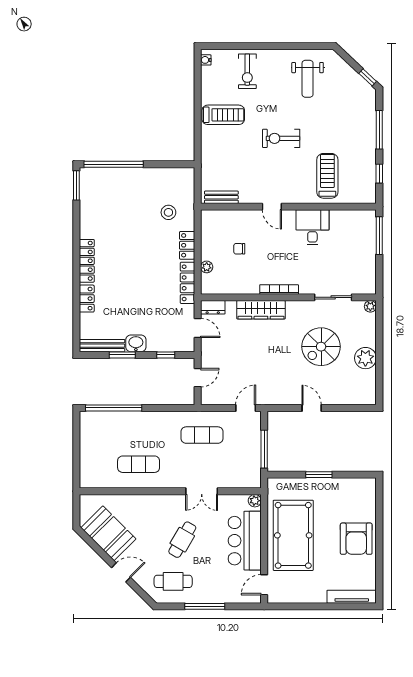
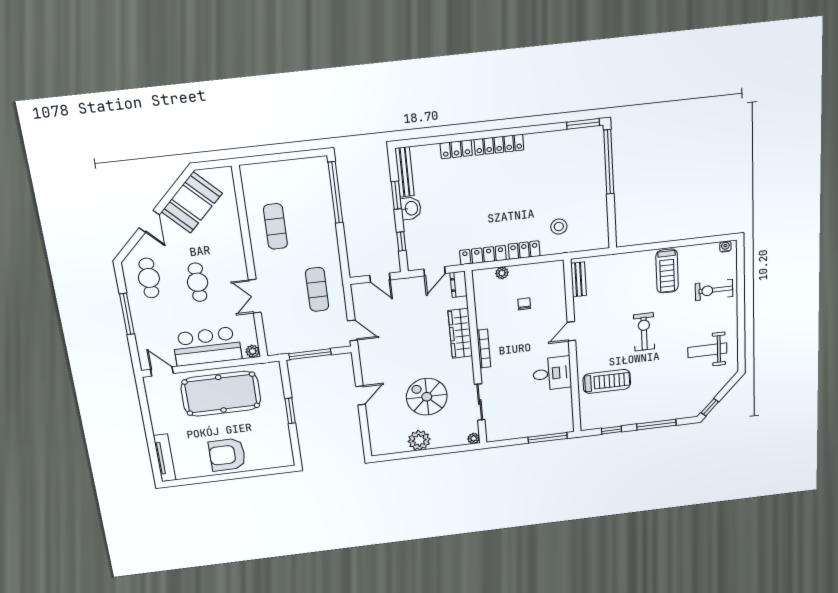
cafe table: (182, 540) -> (198, 282), turned 60

